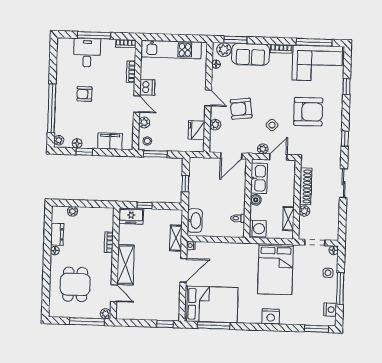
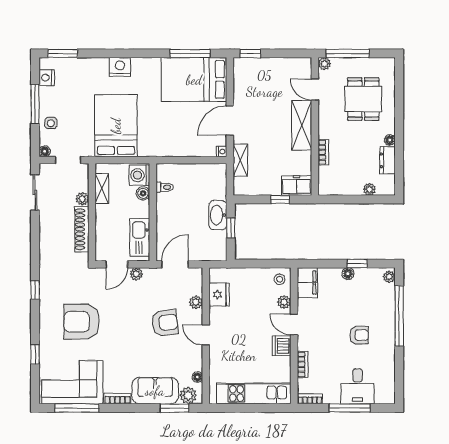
side table: (272, 125) -> (126, 304), removed
filing cabinet: (110, 141) -> (307, 283), moved, turned -90
floor lamp: (77, 143) -> (348, 274), moved
window: (155, 154) -> (269, 264), removed
sliding door: (344, 183) -> (35, 192), moved
boiler: (256, 200) -> (143, 193), moved
washbasin: (195, 221) -> (218, 215), moved

